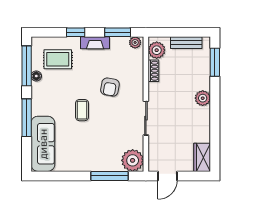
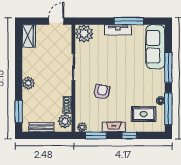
coffee table: (82, 110) -> (124, 74), removed
tv unit: (90, 165) -> (118, 30), added
window: (110, 176) -> (129, 21), moved

